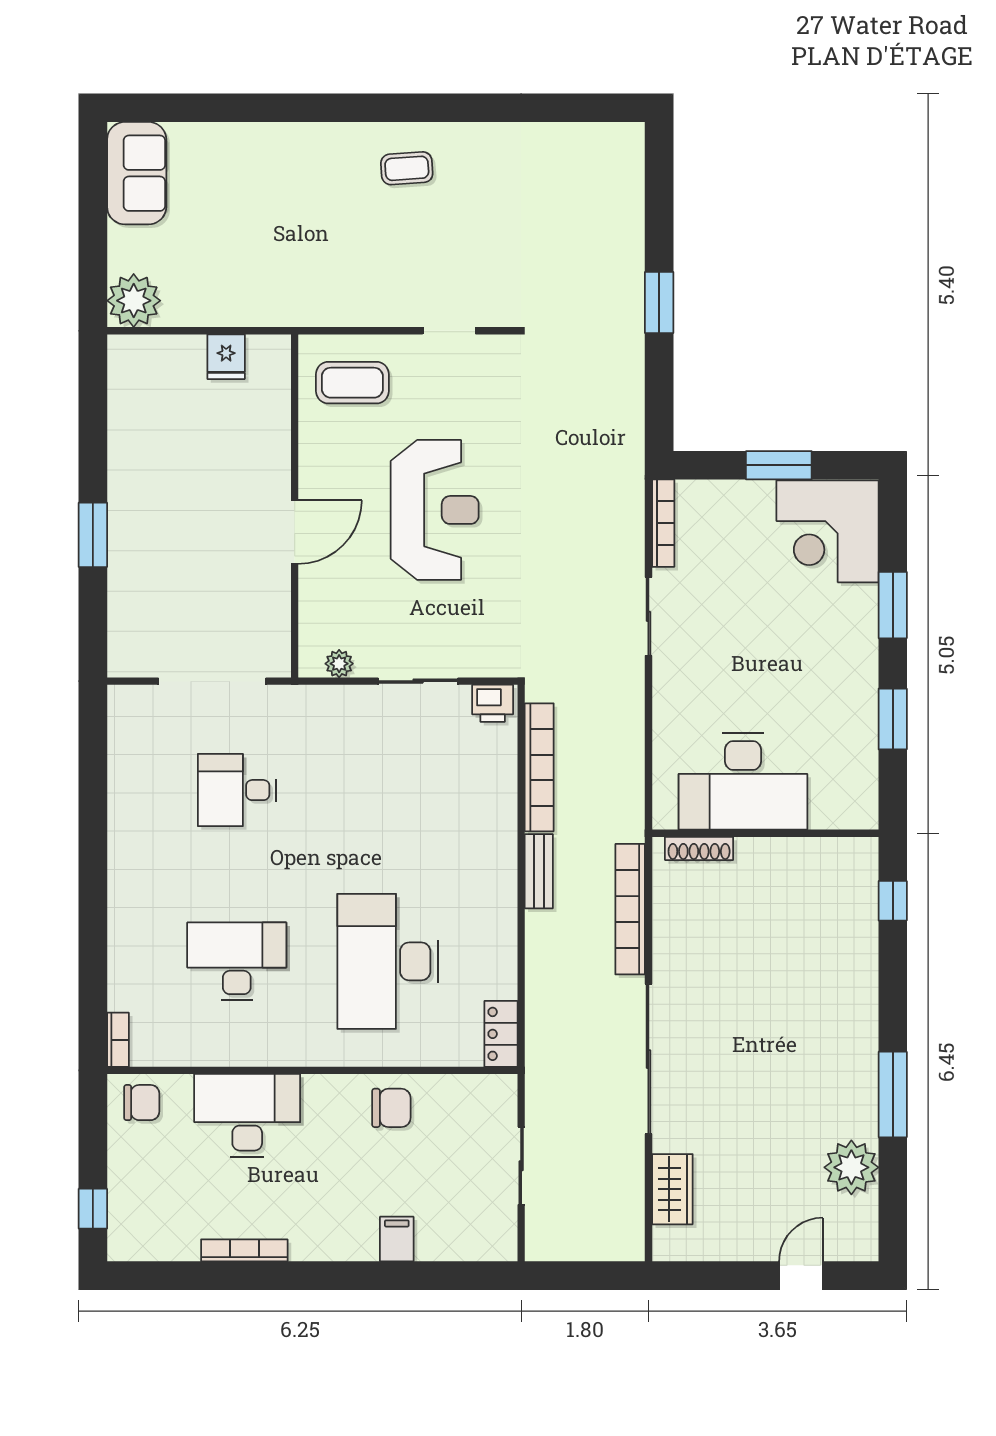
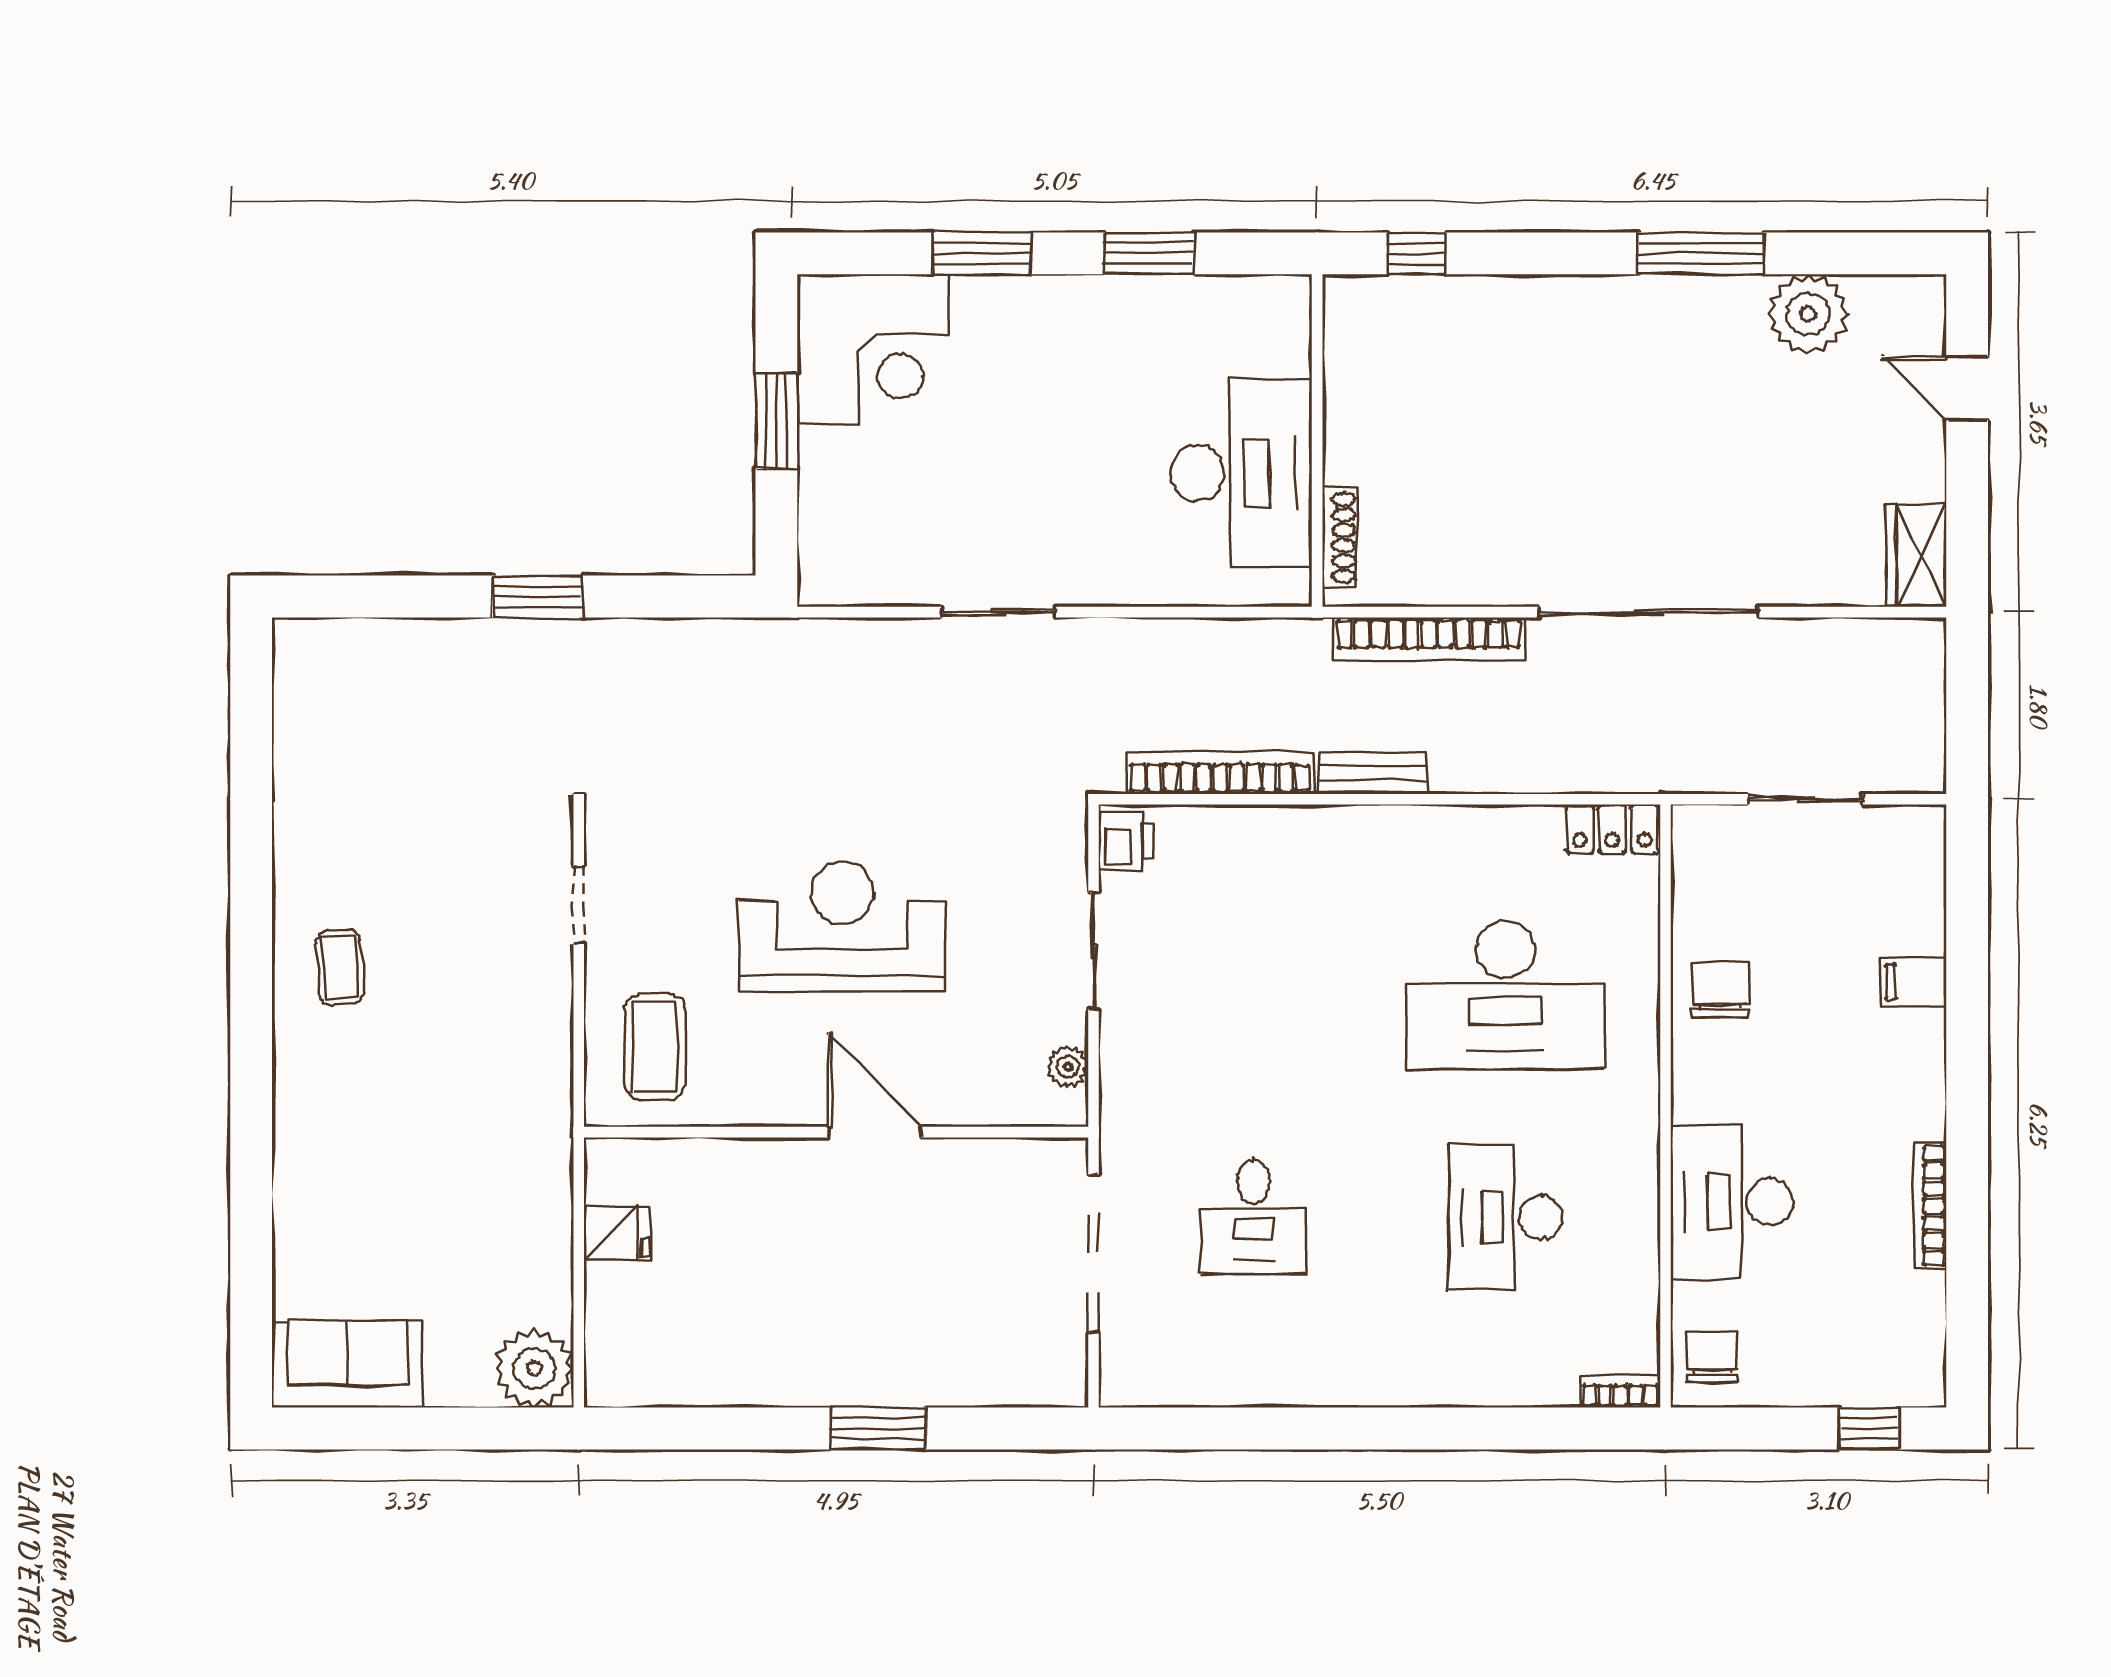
bookcase: (663, 523) -> (861, 590), removed
wardrobe: (672, 1189) -> (1916, 555), moved, turned -90

